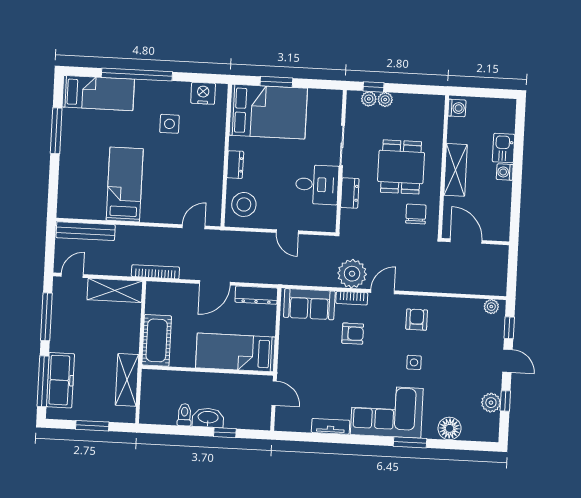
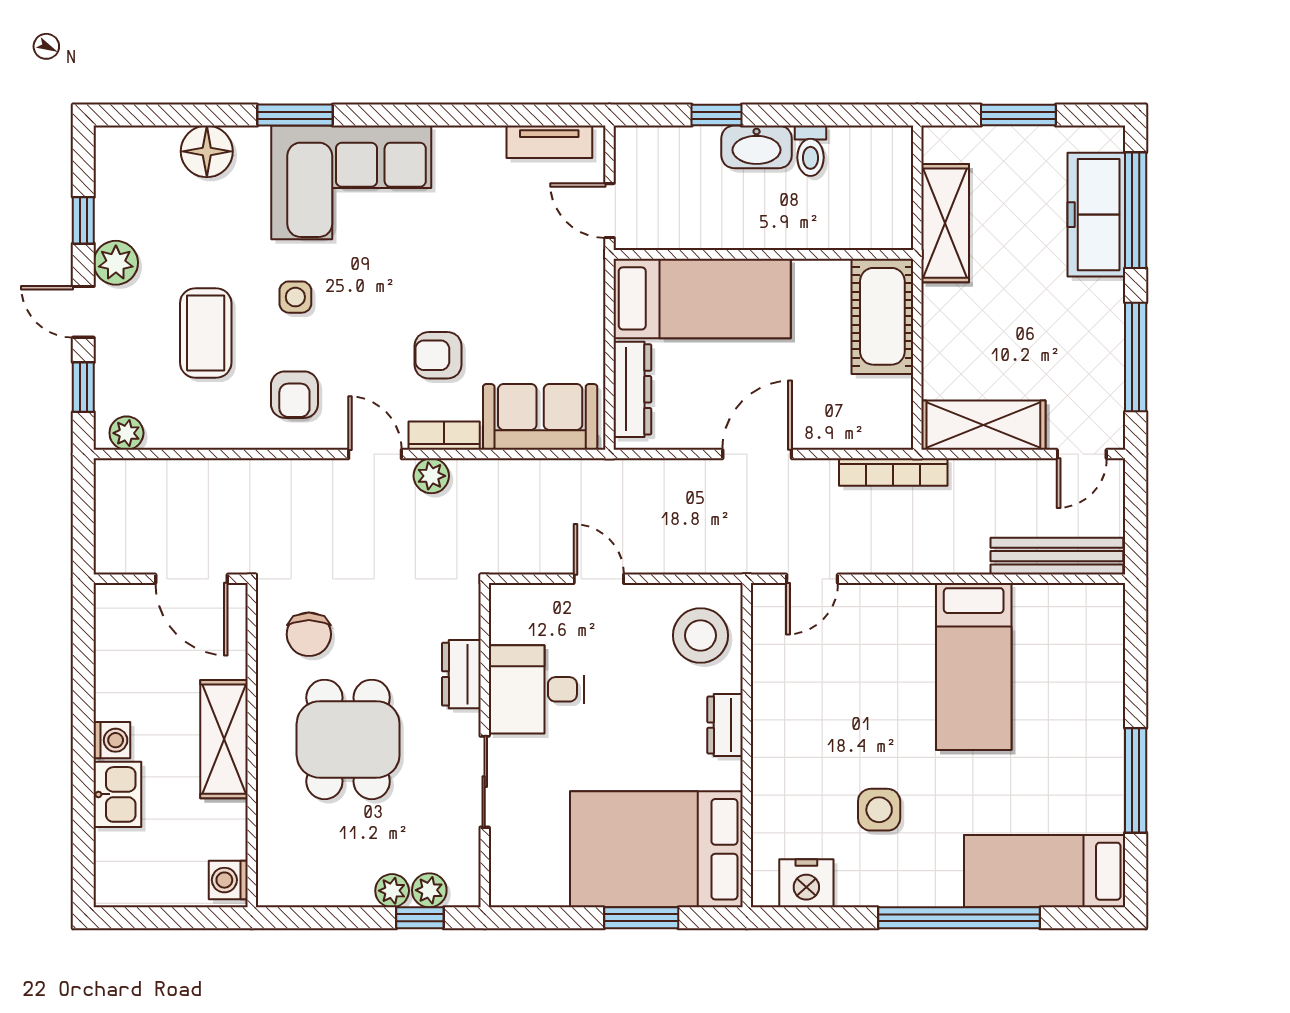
plant: (352, 274) -> (431, 476), width x0.53, depth x0.53
door: (383, 292) -> (375, 454), swing flipped
dresser: (256, 295) -> (632, 389), moved, turned 90
coffee table: (454, 349) -> (206, 333), added
plant: (491, 403) -> (116, 263), moved
tv unit: (331, 426) -> (549, 142), moved

